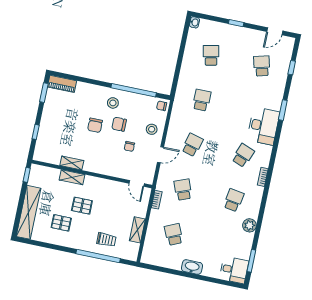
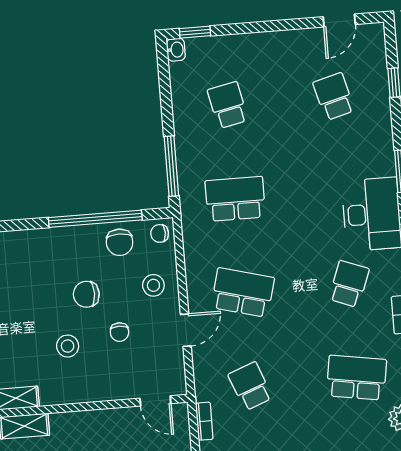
window: (236, 23) -> (195, 32), moved
window: (176, 76) -> (171, 166), added
school desk: (202, 100) -> (235, 199), width x1.85
stool: (113, 103) -> (68, 346), moved
chair: (95, 125) -> (120, 242), moved
school desk: (192, 145) -> (243, 293), width x1.85
school desk: (234, 200) -> (356, 378), width x1.85

